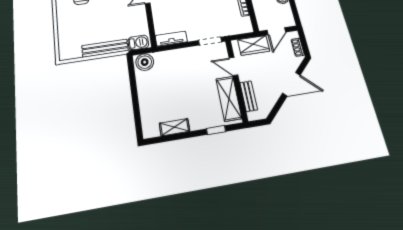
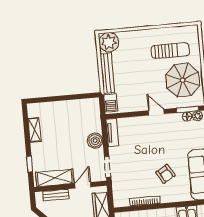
plant: (70, 49) -> (109, 42), added
boiler: (145, 62) -> (95, 141), moved

